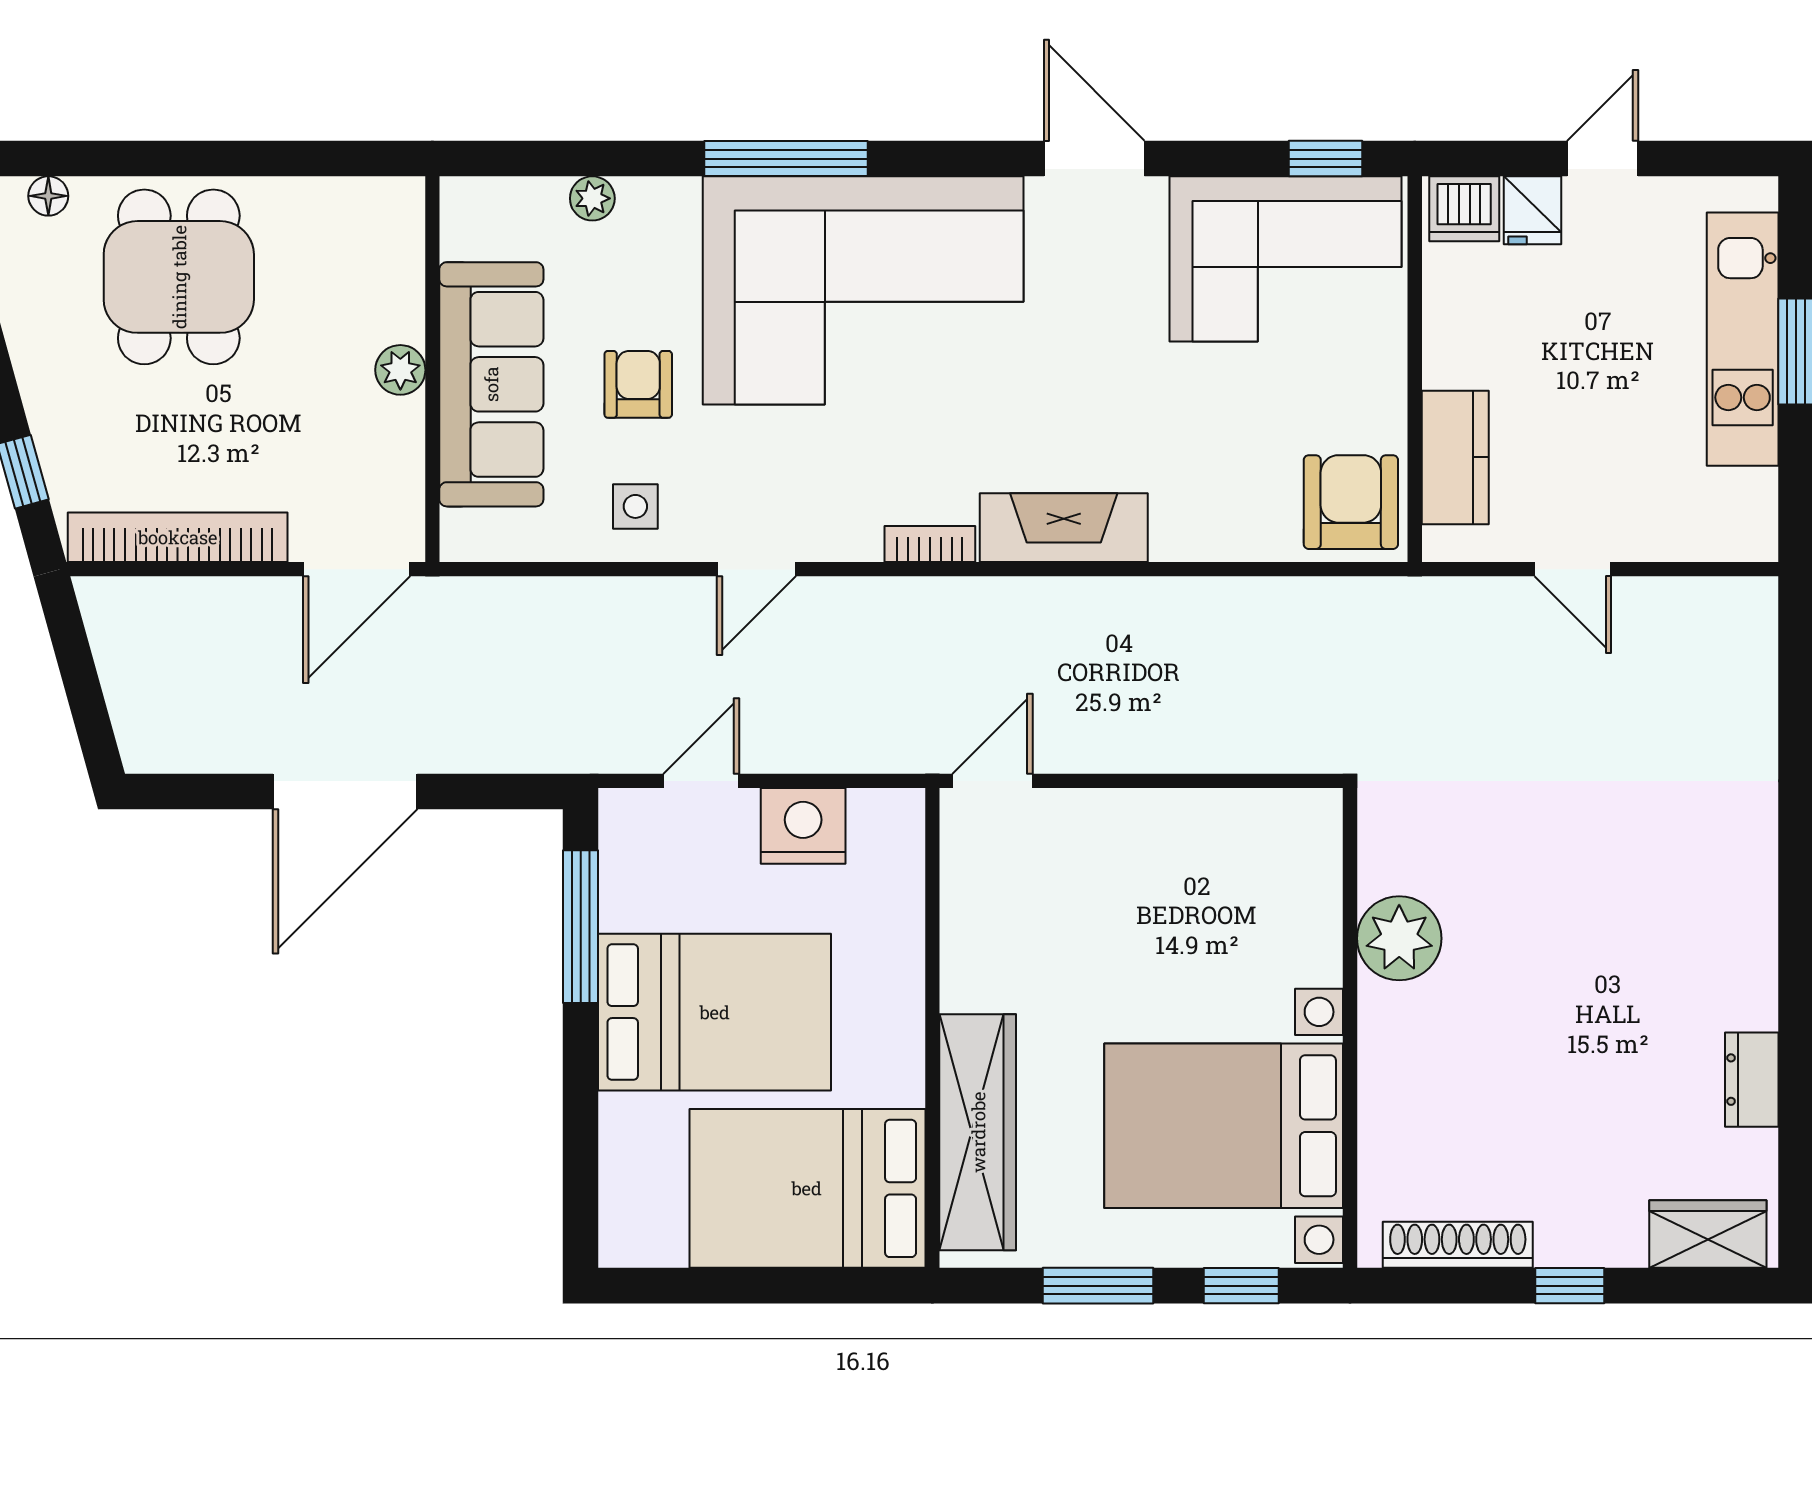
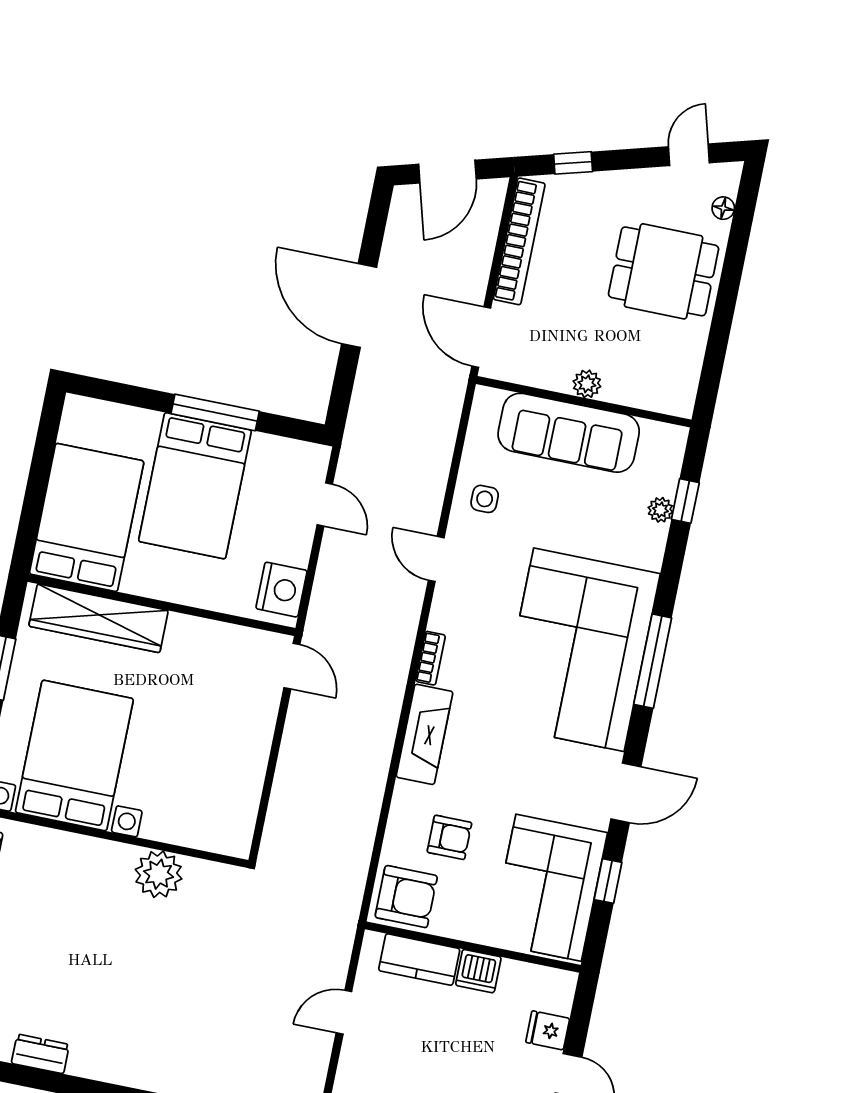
window: (568, 159) -> (685, 501), added
window: (786, 159) -> (653, 661), moved
window: (1326, 159) -> (608, 881), moved
dishwasher: (1464, 209) -> (478, 971), moved, turned -90
armchair: (638, 384) -> (449, 837), moved
door: (82, 686) -> (447, 172), added
nightstand: (803, 826) -> (281, 590), moved
window: (581, 927) -> (215, 412), moved

